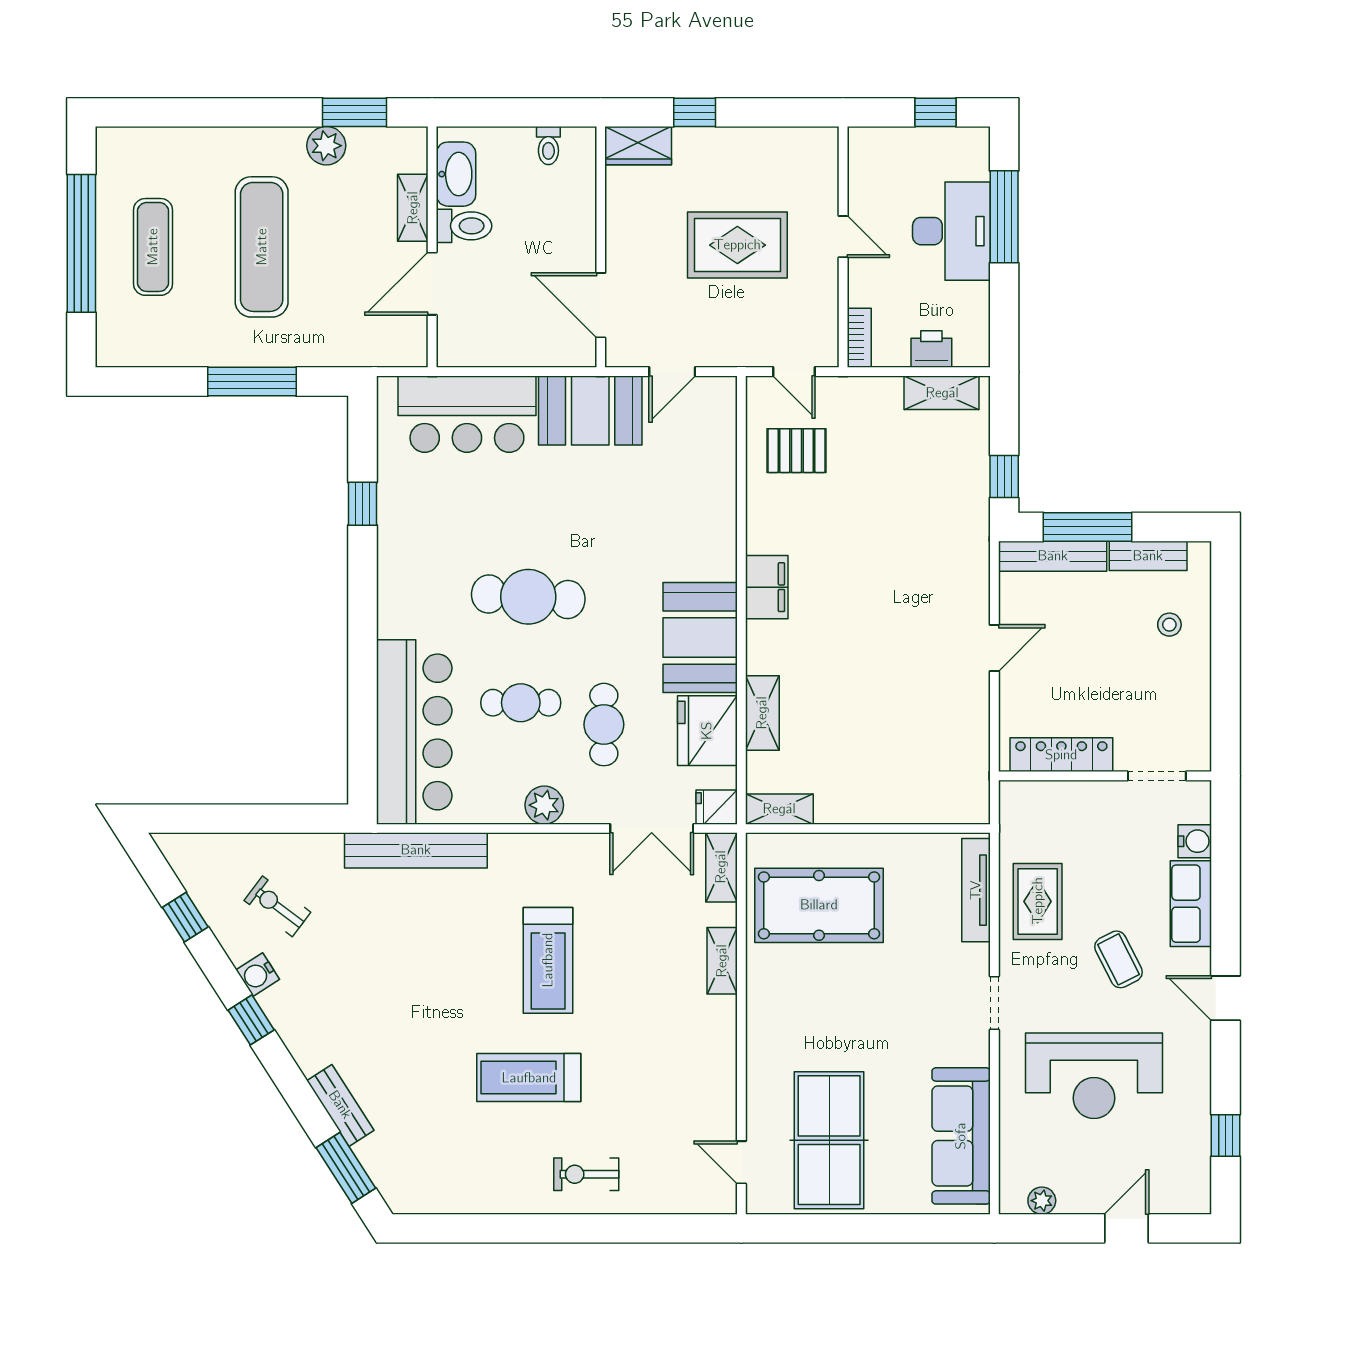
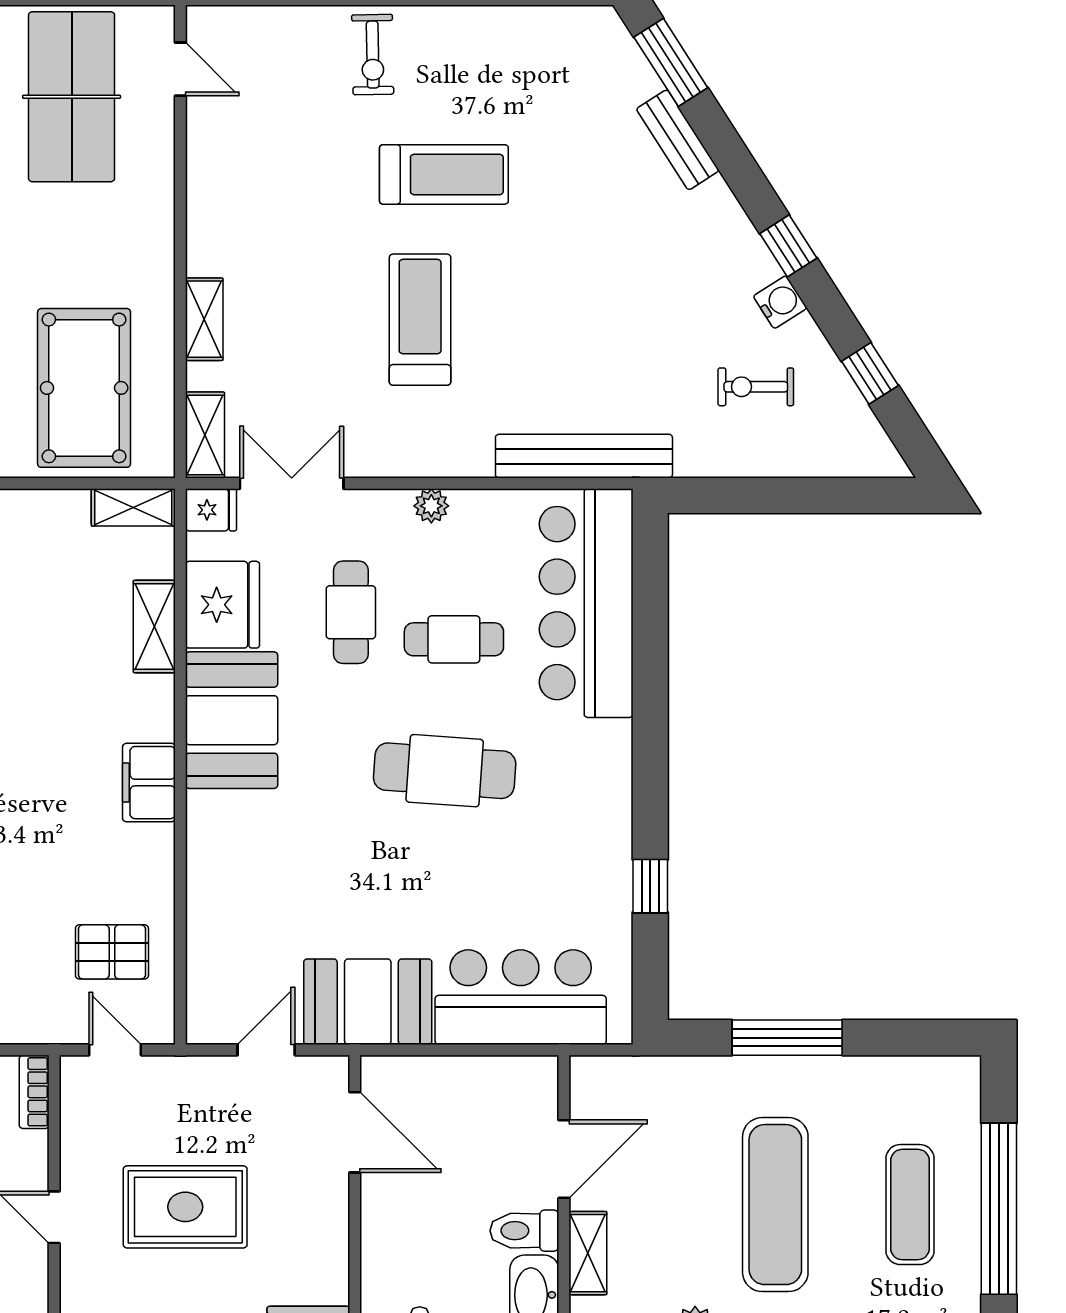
plant: (544, 805) -> (431, 506), width x0.73, depth x0.73
pool table: (819, 905) -> (84, 388), turned 90
exercise bike: (277, 906) -> (756, 387), turned 143
exercise bike: (586, 1174) -> (373, 55), turned 89

